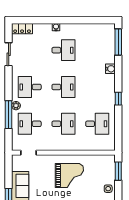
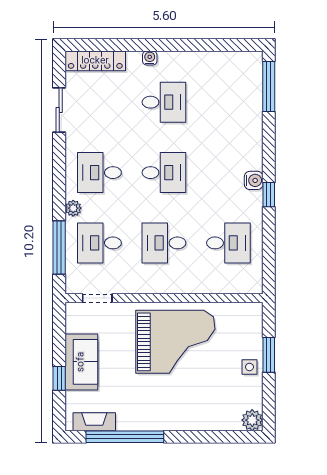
locker: (22, 29) -> (95, 61), width x1.53
water cooler: (110, 69) -> (254, 180), moved
window: (9, 115) -> (59, 247), moved
desk: (63, 124) -> (164, 243), turned 180
window: (118, 171) -> (269, 355), moved
grand piano: (69, 175) -> (175, 342), width x1.37, depth x1.48

